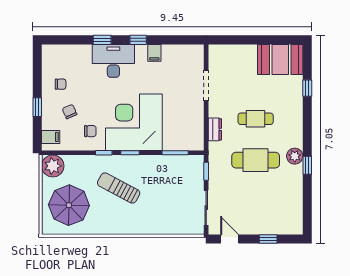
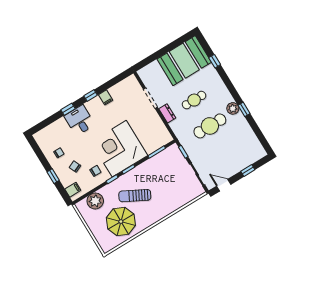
booth: (280, 59) -> (184, 61), width x1.36, depth x1.42
desk: (113, 61) -> (79, 120), width x0.73
dresser: (215, 129) -> (167, 113), moved
plant: (53, 166) -> (95, 201), moved
parasol: (69, 205) -> (121, 222), moved

